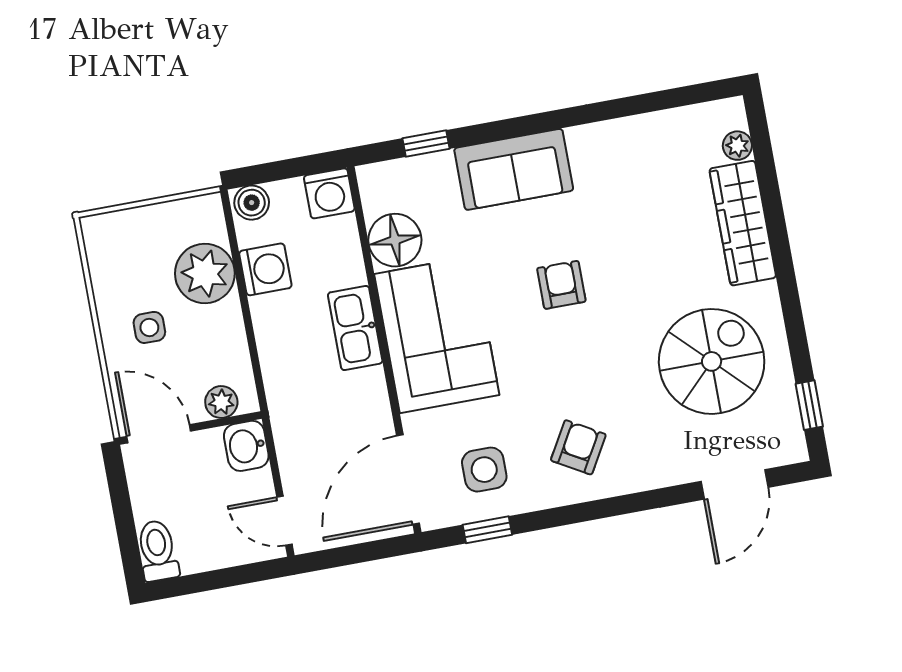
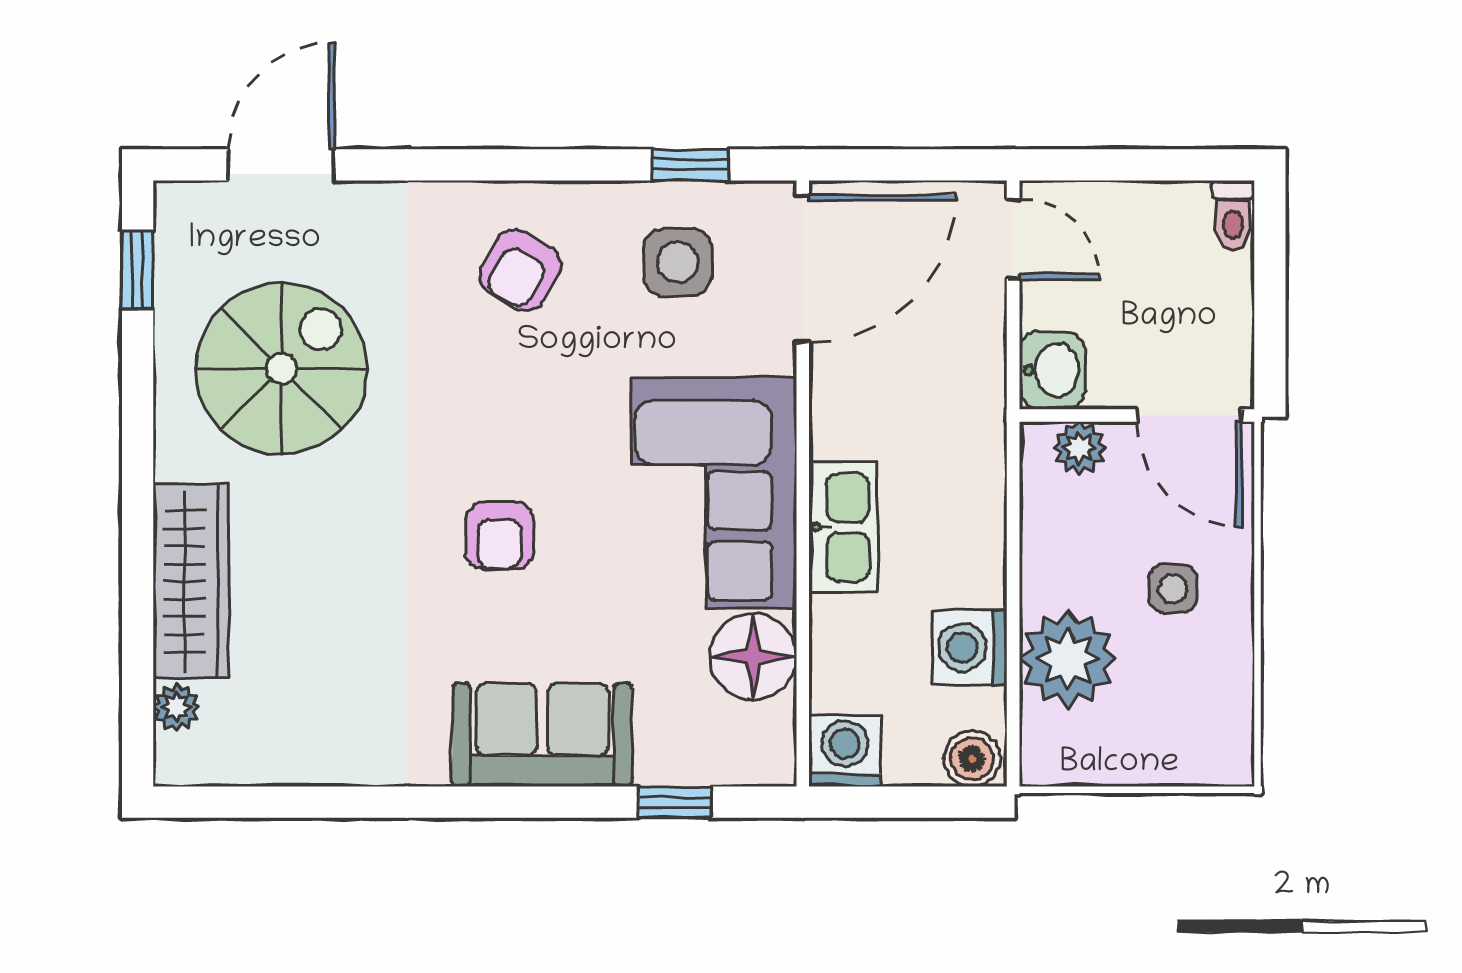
spiral stairs: (712, 361) -> (281, 369), turned 180
toilet: (158, 551) -> (1233, 215), width x0.73, depth x0.72

